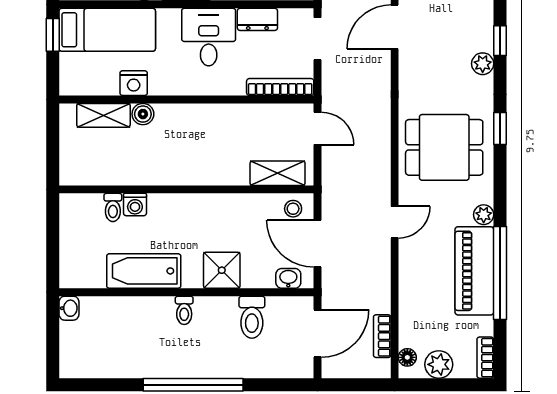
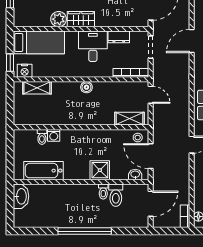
window: (53, 35) -> (10, 63), moved
nightstand: (134, 83) -> (25, 71), moved
boiler: (143, 114) -> (86, 87), moved
bathtub: (144, 271) -> (43, 171), moved
washbasin: (69, 308) -> (21, 196), width x1.91, depth x1.45
toilet: (184, 310) -> (103, 192), moved
bookcase: (382, 336) -> (185, 216), moved

